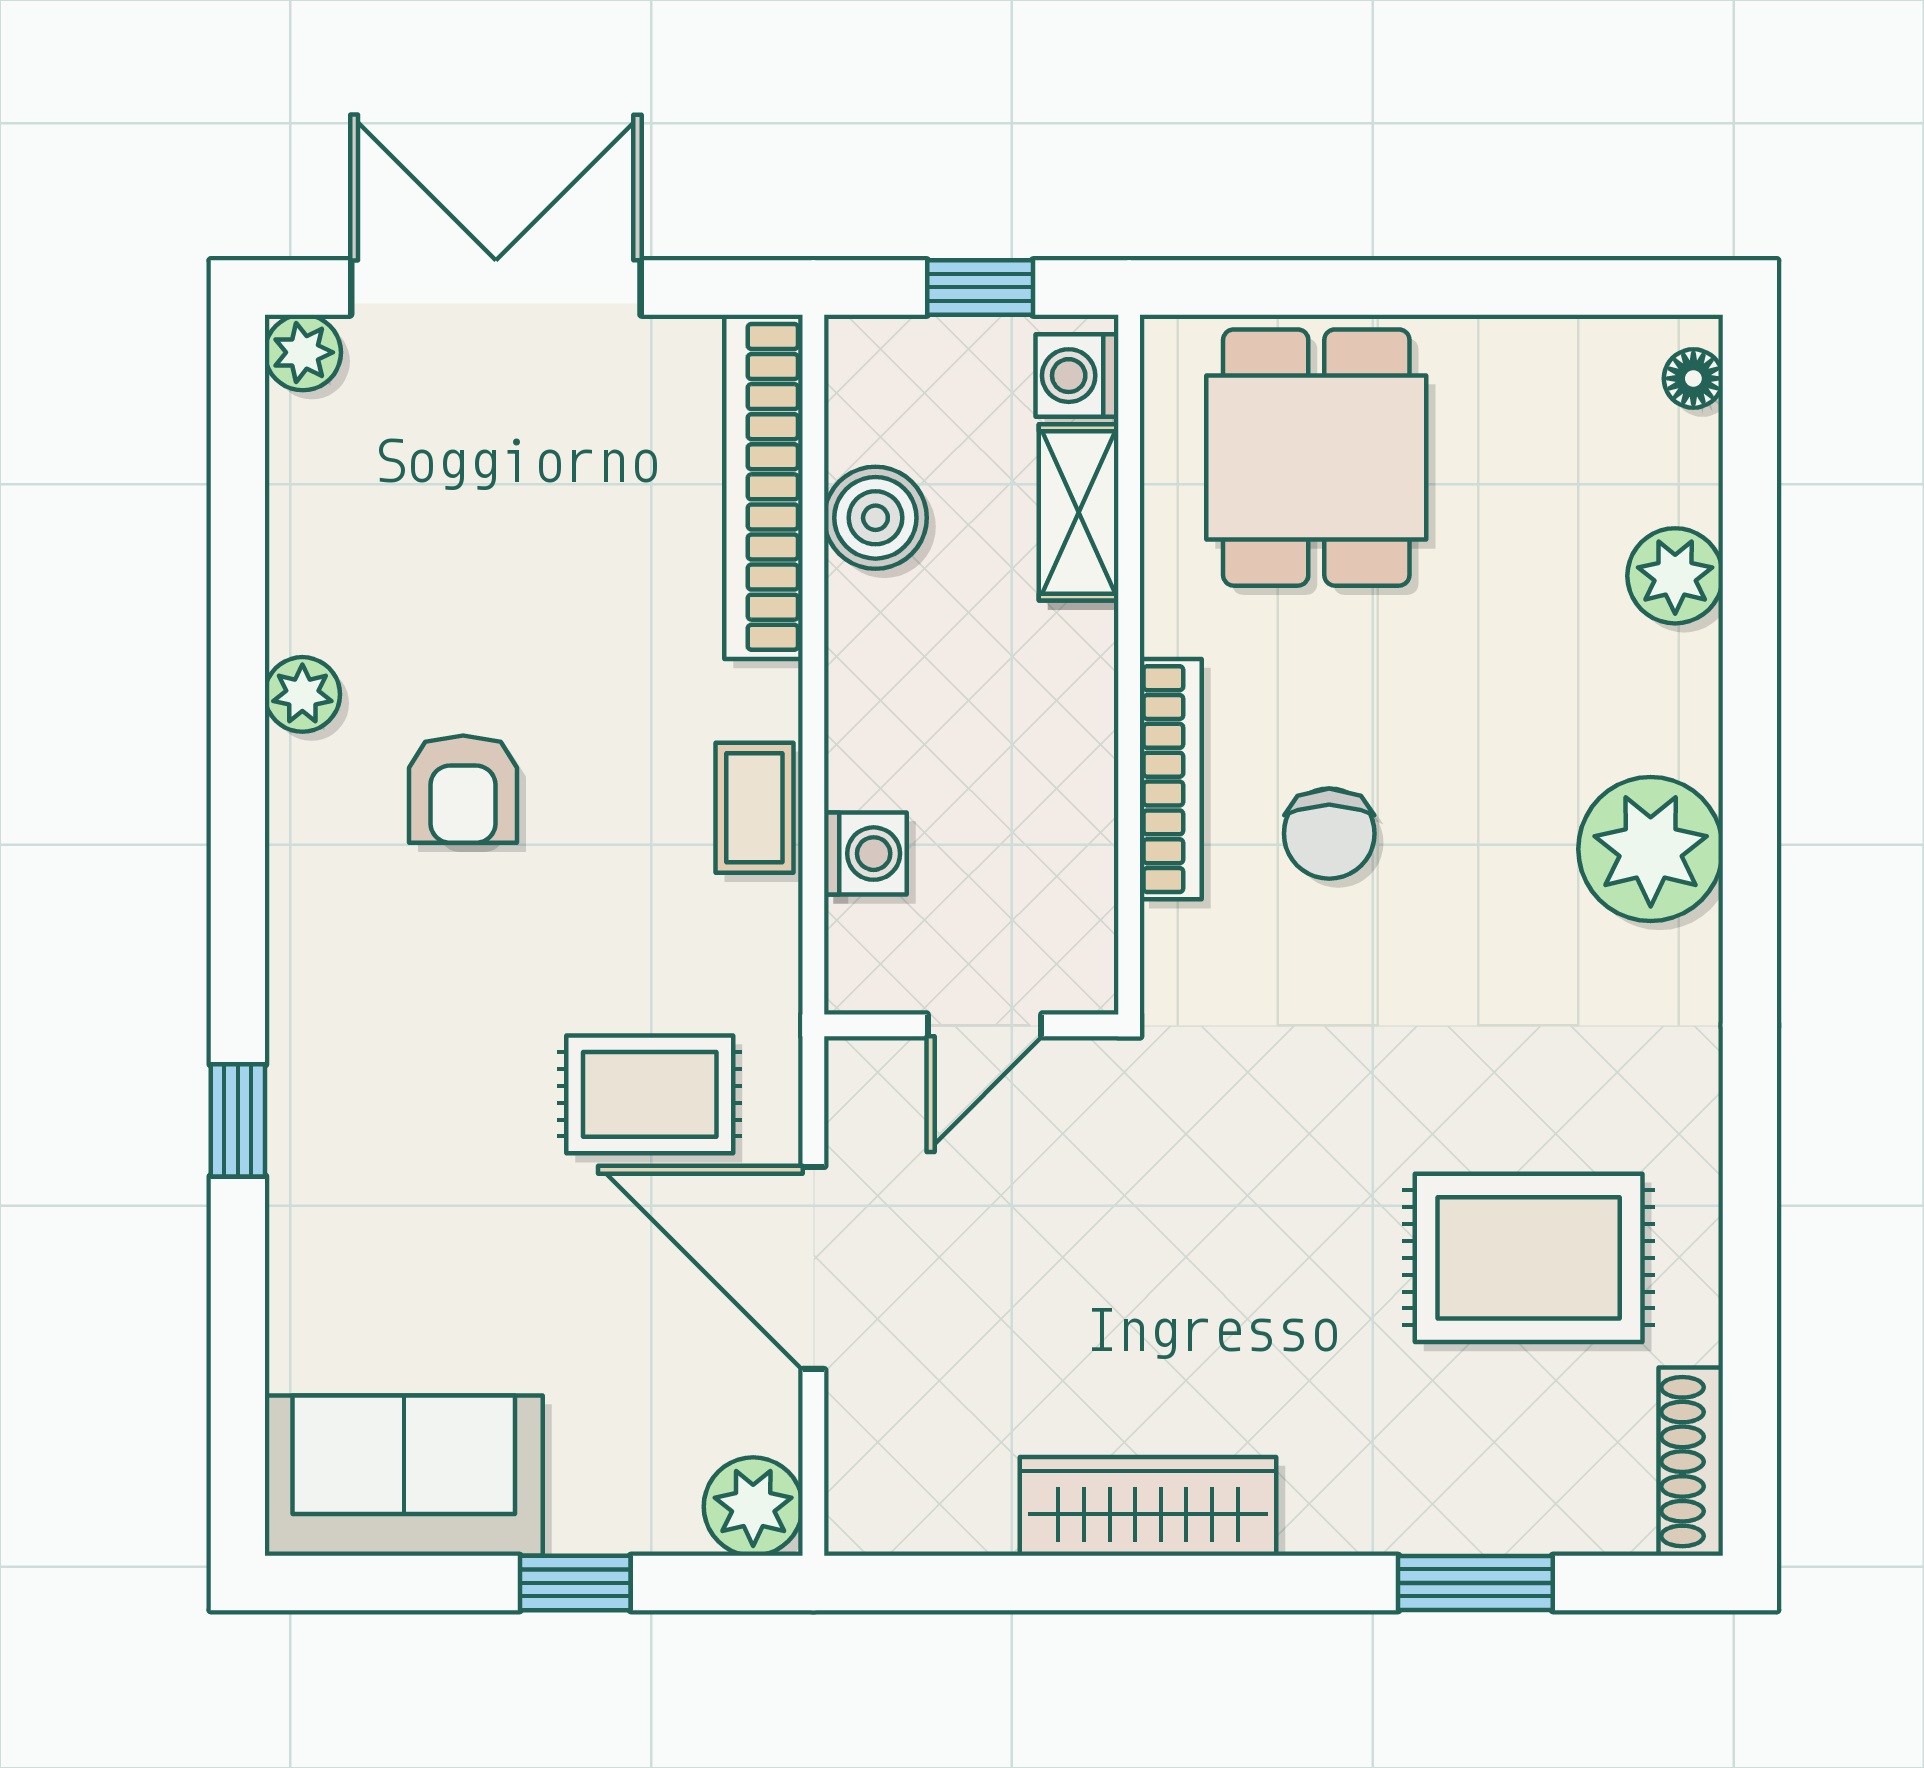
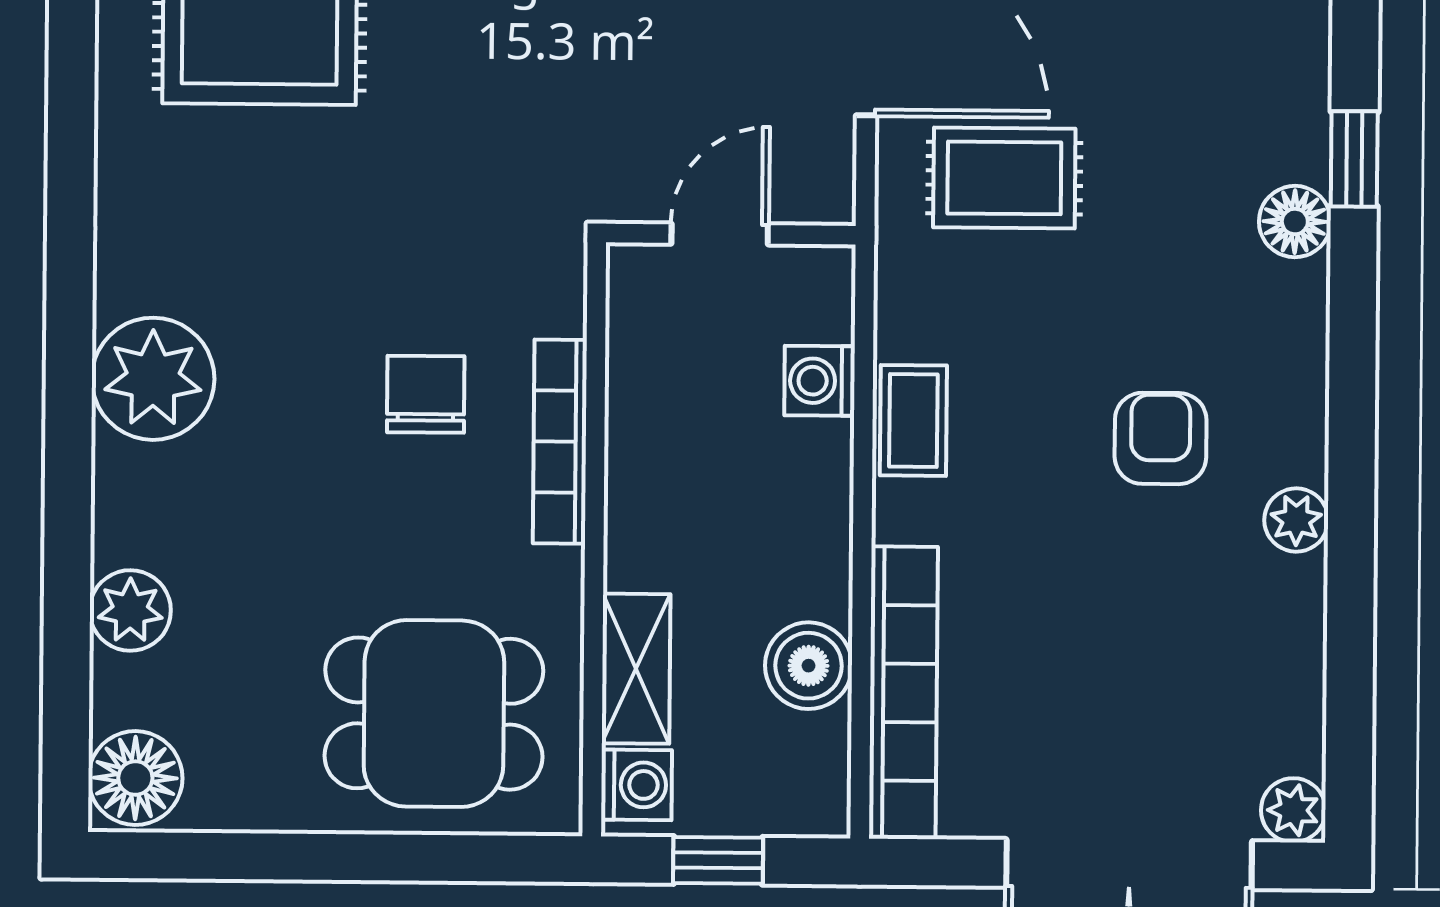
floor lamp: (1693, 378) -> (135, 778), width x1.89, depth x1.89
dining table: (1316, 458) -> (434, 714), turned 90
floor lamp: (307, 1046) -> (1295, 222), added

